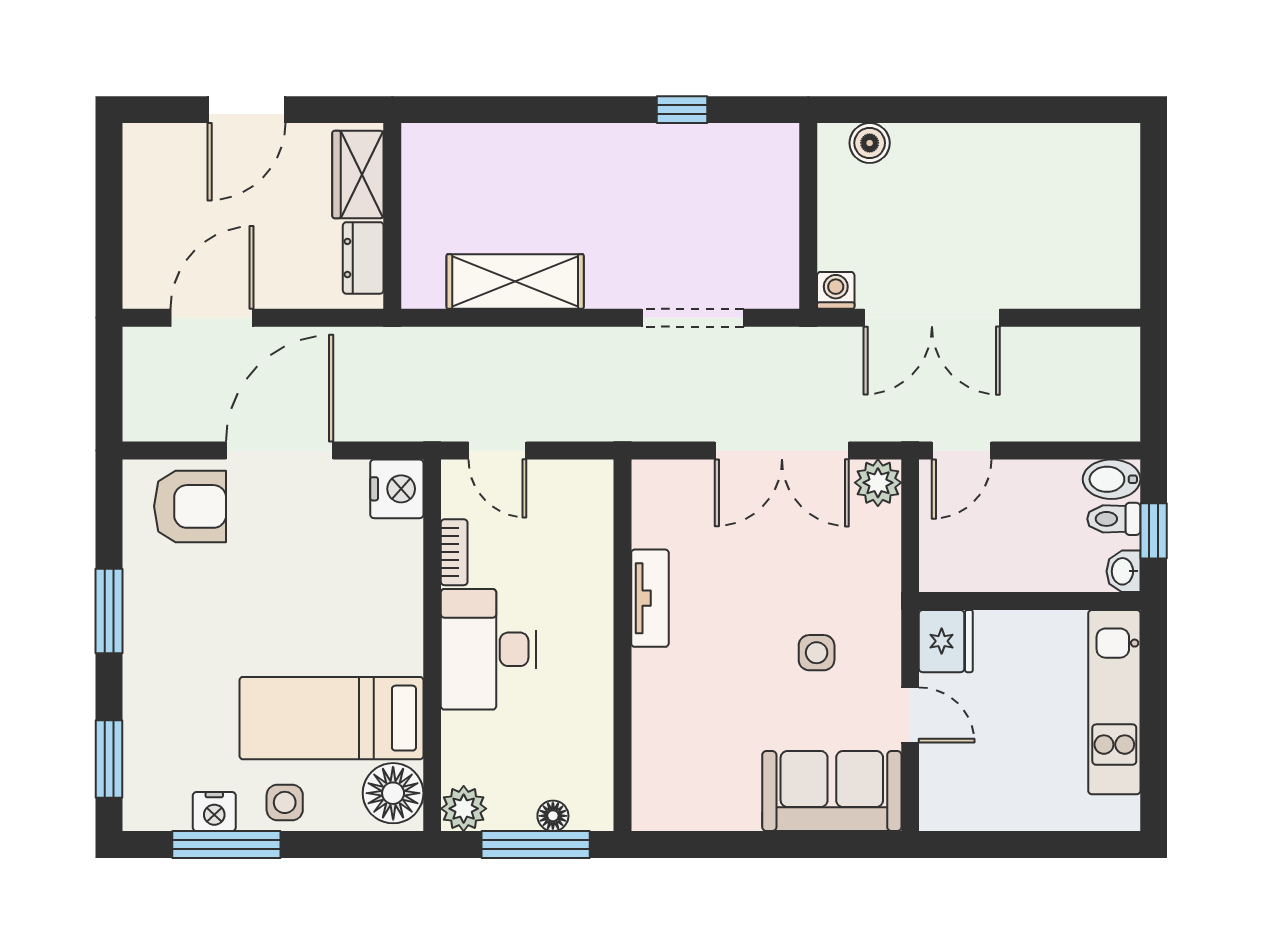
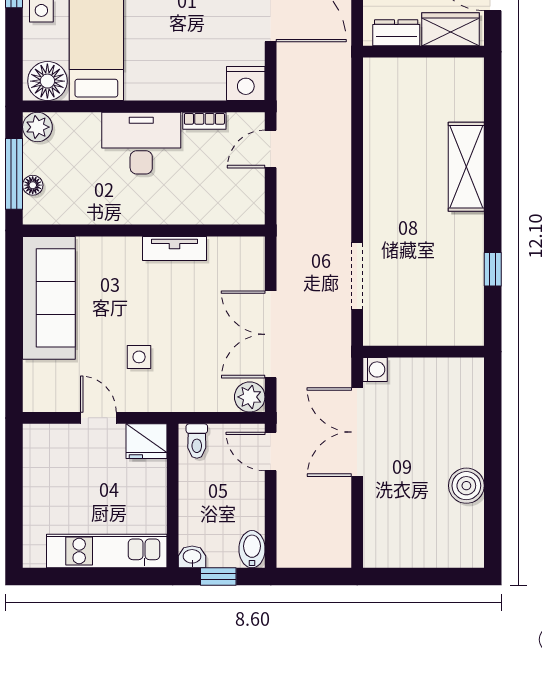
boiler: (870, 143) -> (466, 486), moved, width x1.36, depth x1.36
wardrobe: (358, 175) -> (451, 29), moved
wall: (392, 216) -> (424, 52), moved
dresser: (363, 258) -> (396, 33), moved
shelving: (515, 281) -> (466, 167), moved
toilet: (1114, 519) -> (197, 441), moved, turned 180
door: (910, 715) -> (98, 418), swing flipped
sofa: (832, 791) -> (49, 298), moved, width x1.36

